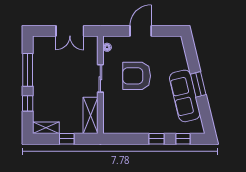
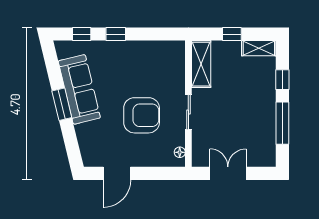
door: (141, 31) -> (117, 173), moved

